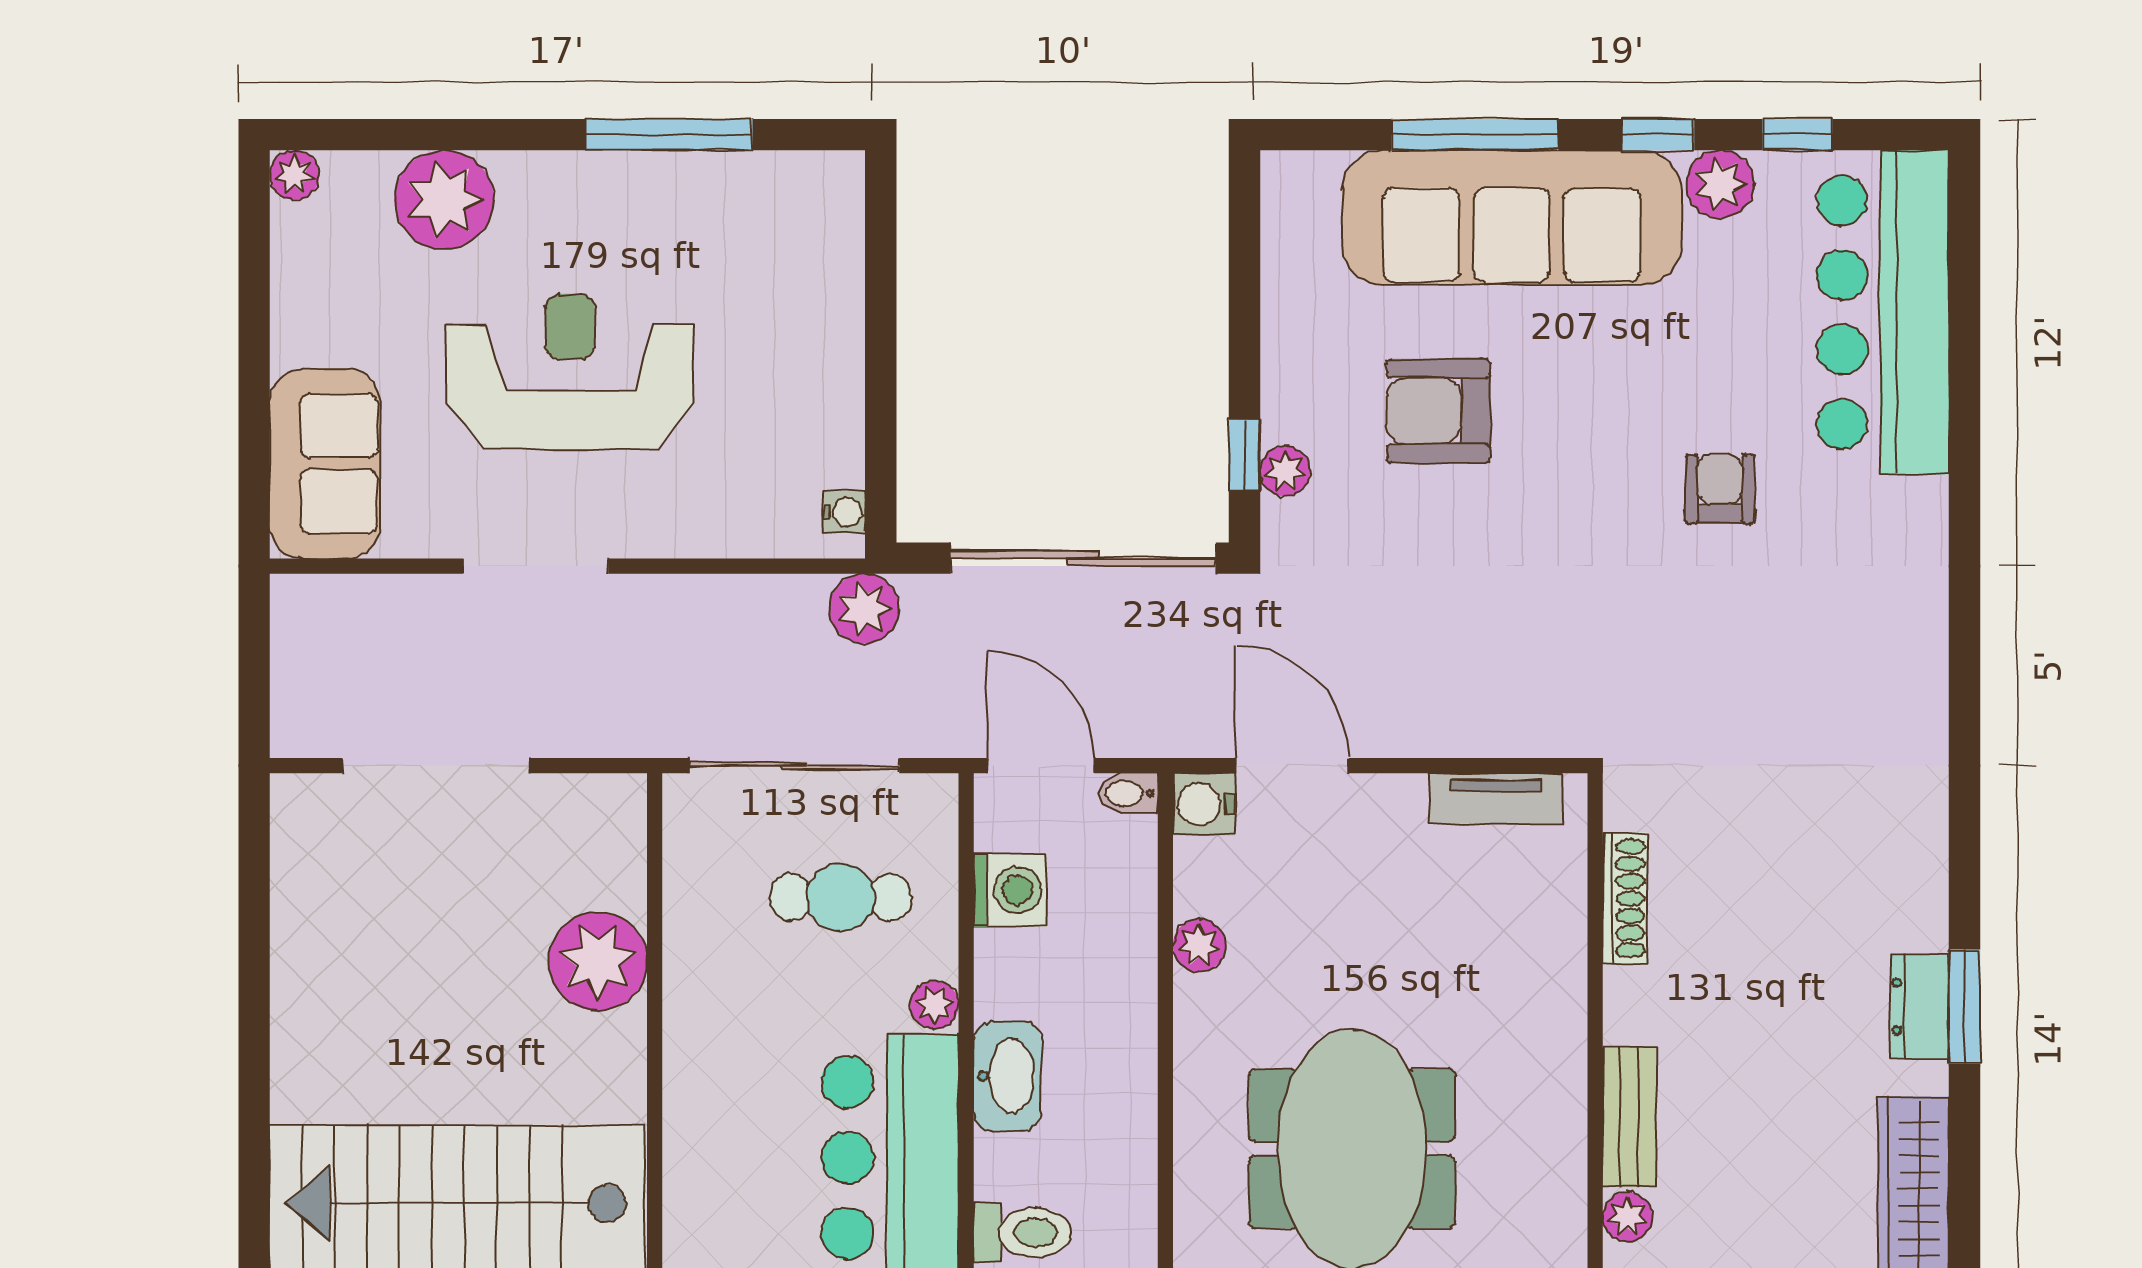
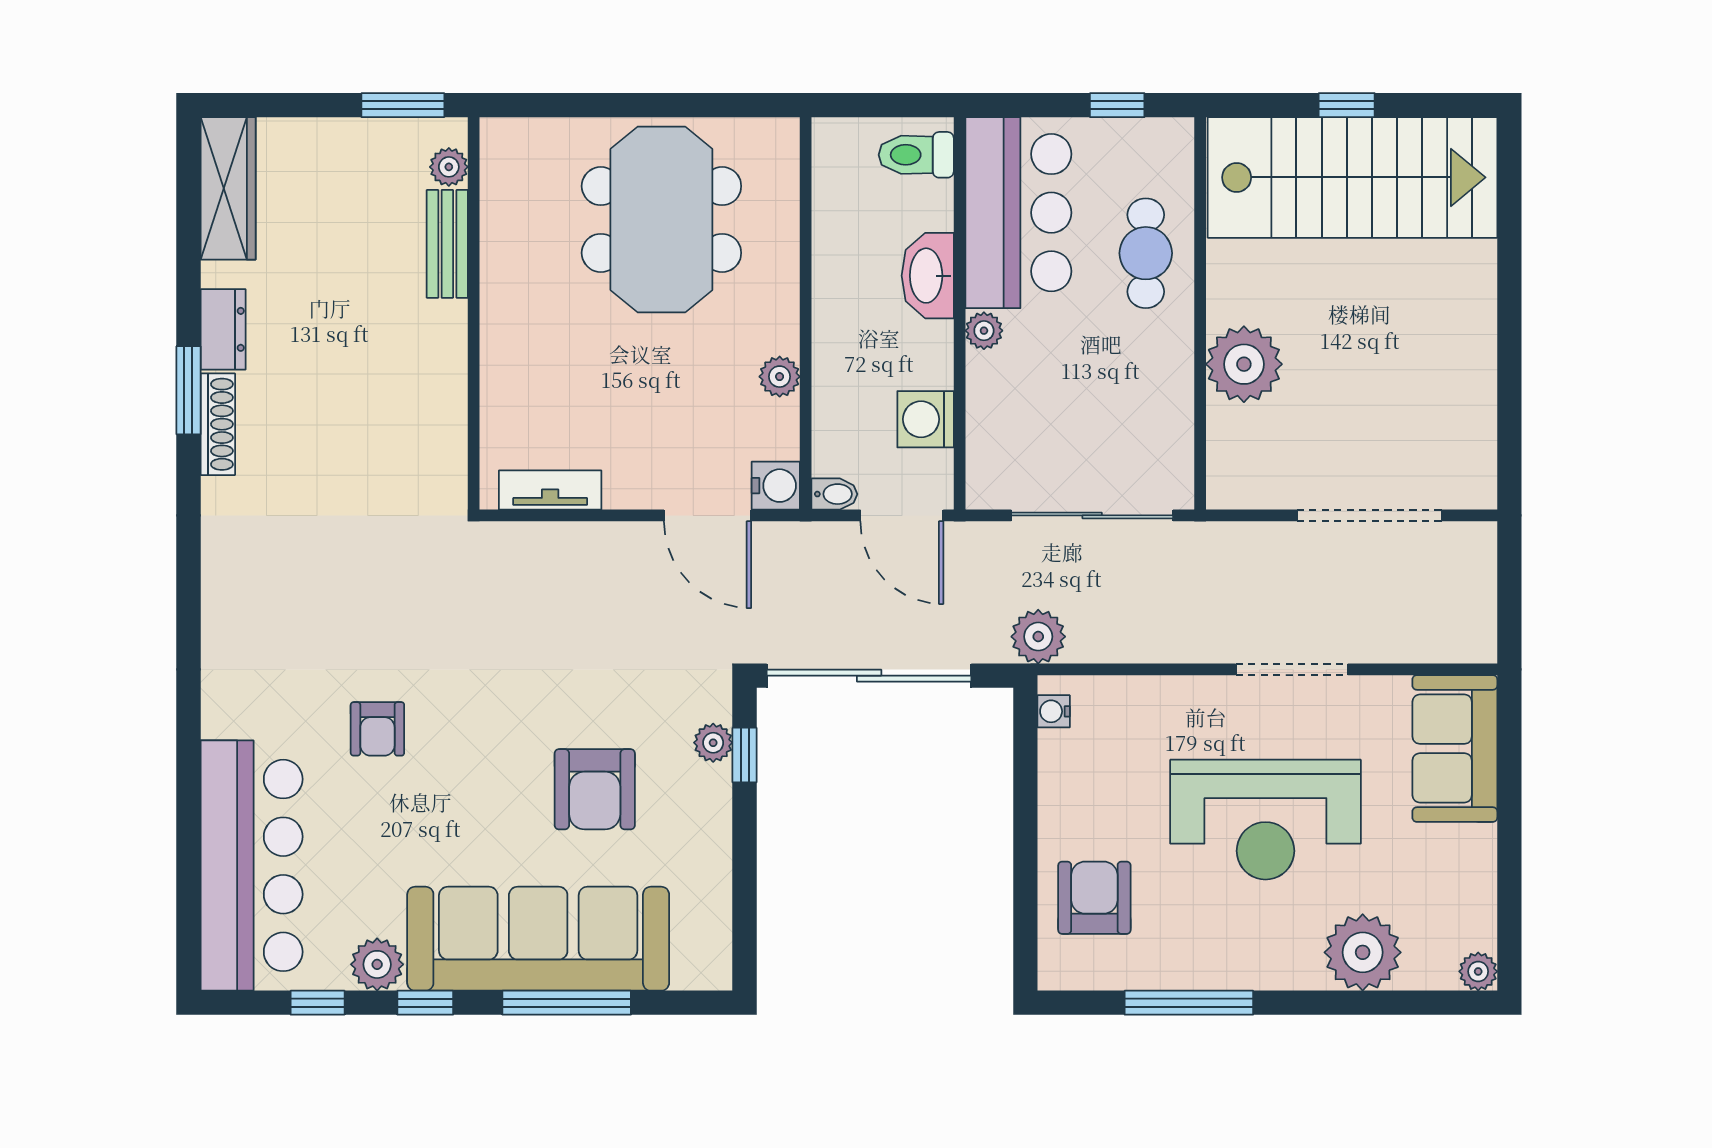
armchair: (791, 270) -> (1094, 898), added
armchair: (1438, 411) -> (595, 789), turned 90
cafe table: (841, 897) -> (1146, 253), moved, turned 90
shoe rack: (1625, 898) -> (218, 424), moved, turned 180
window: (1964, 1007) -> (188, 390), moved

